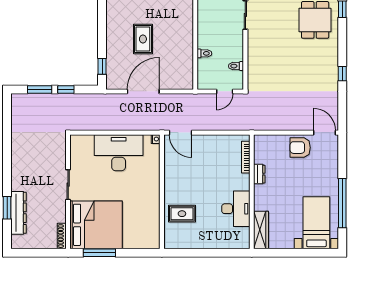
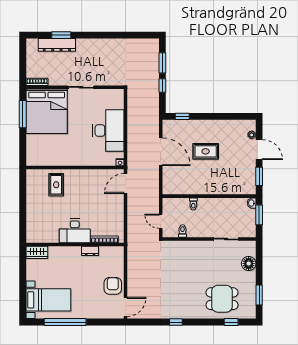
desk: (236, 209) -> (75, 231), moved
wardrobe: (261, 230) -> (37, 252), width x0.67

